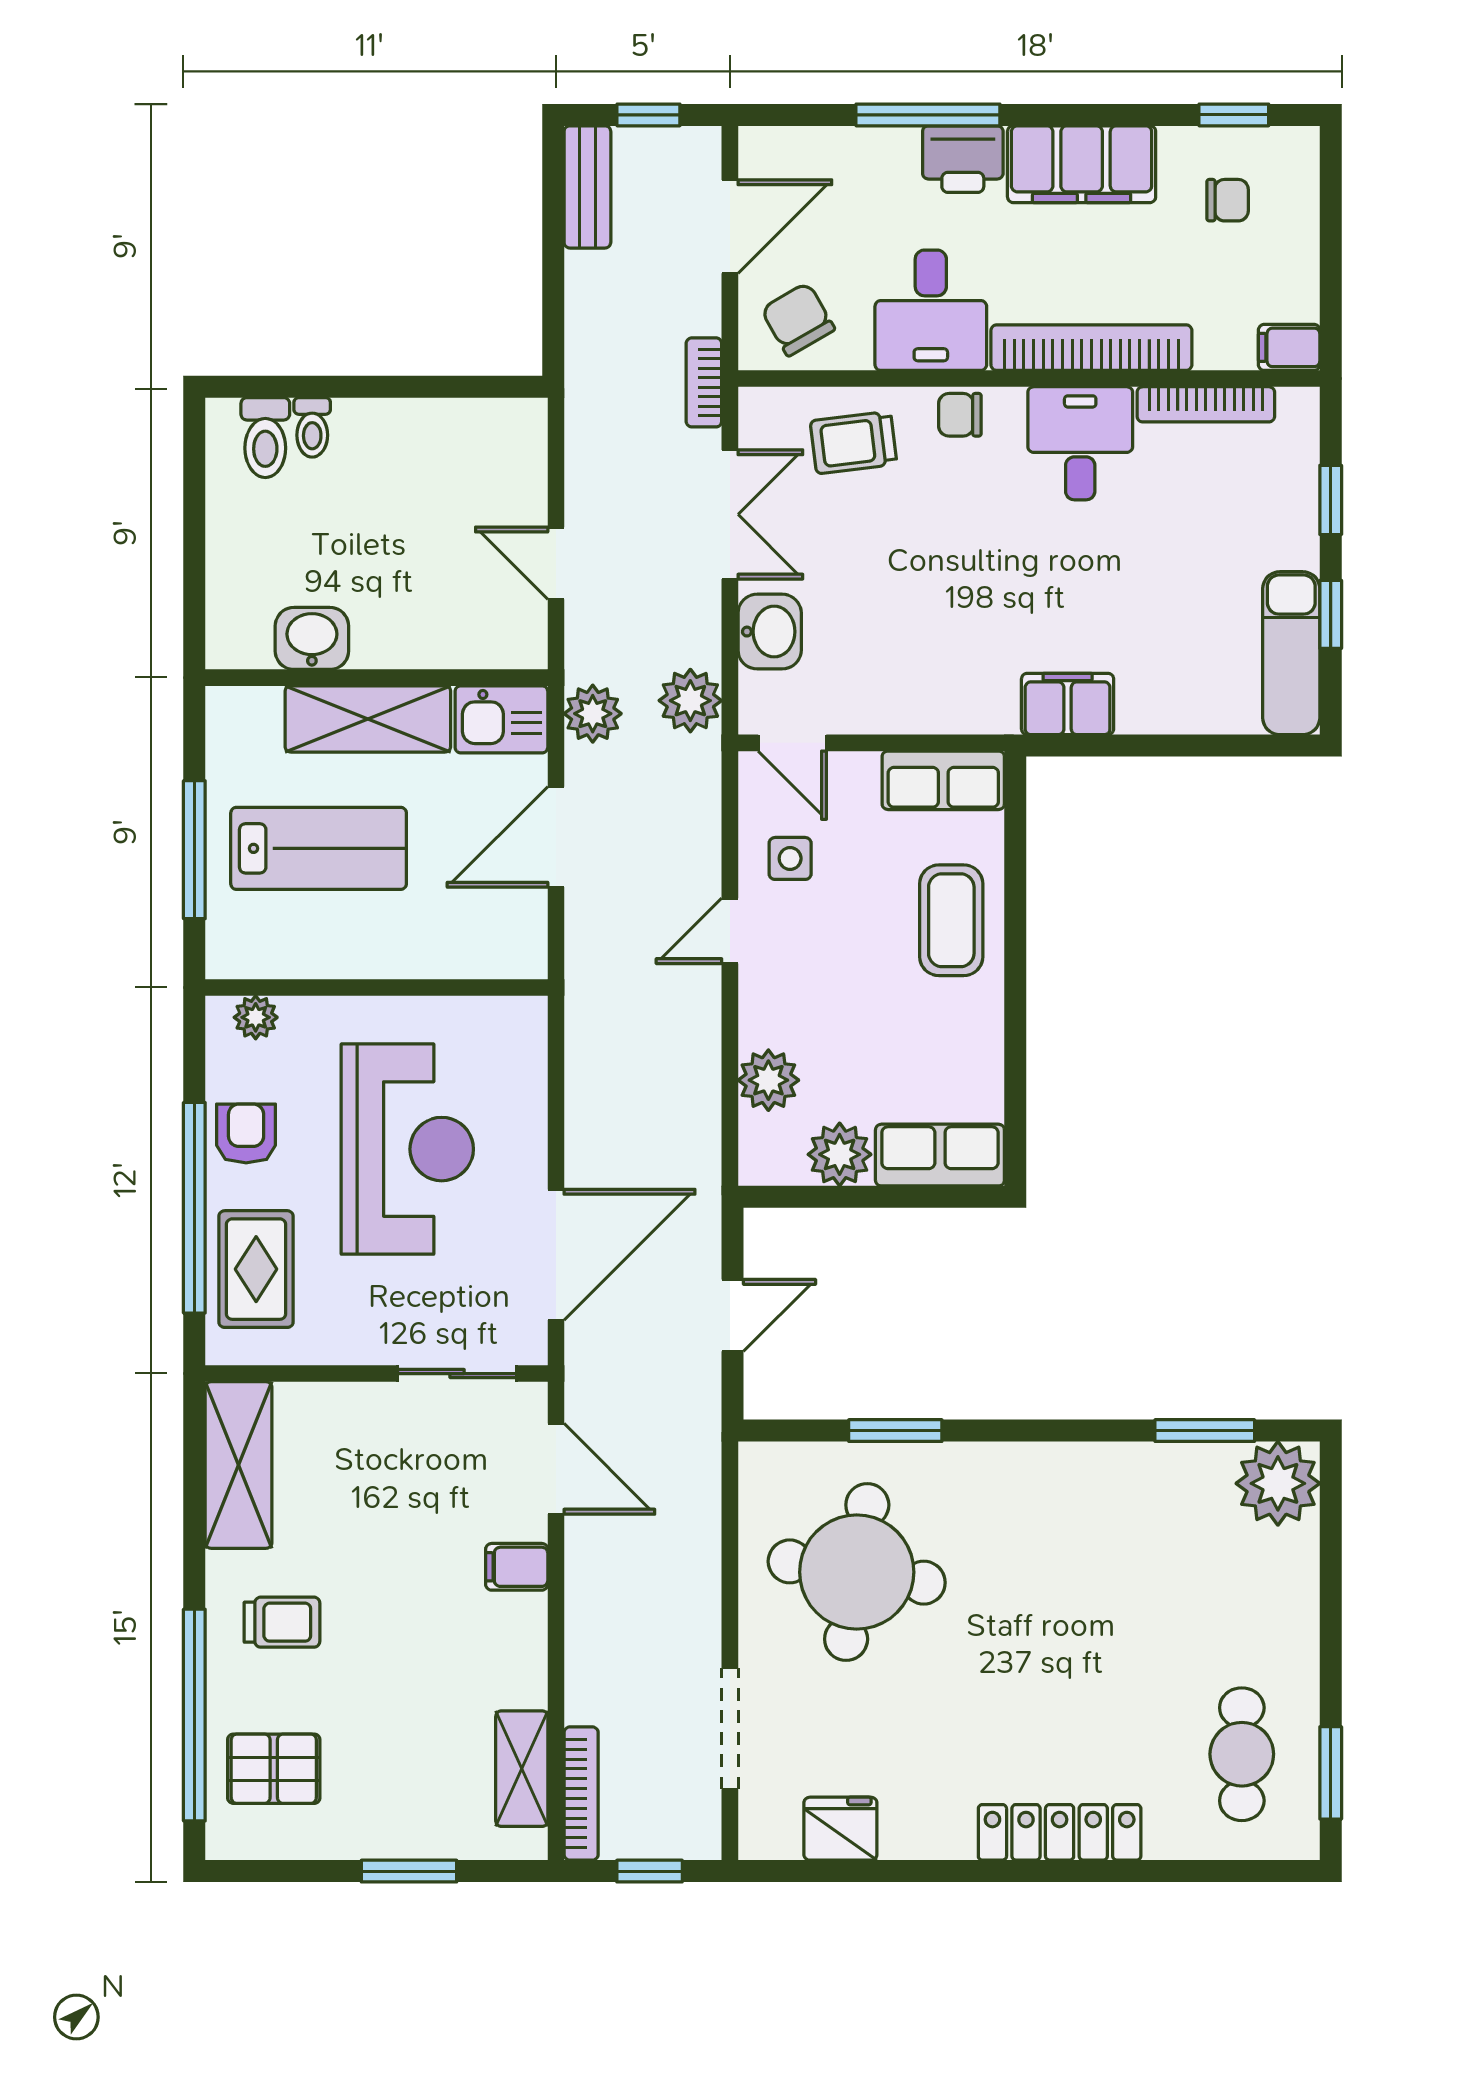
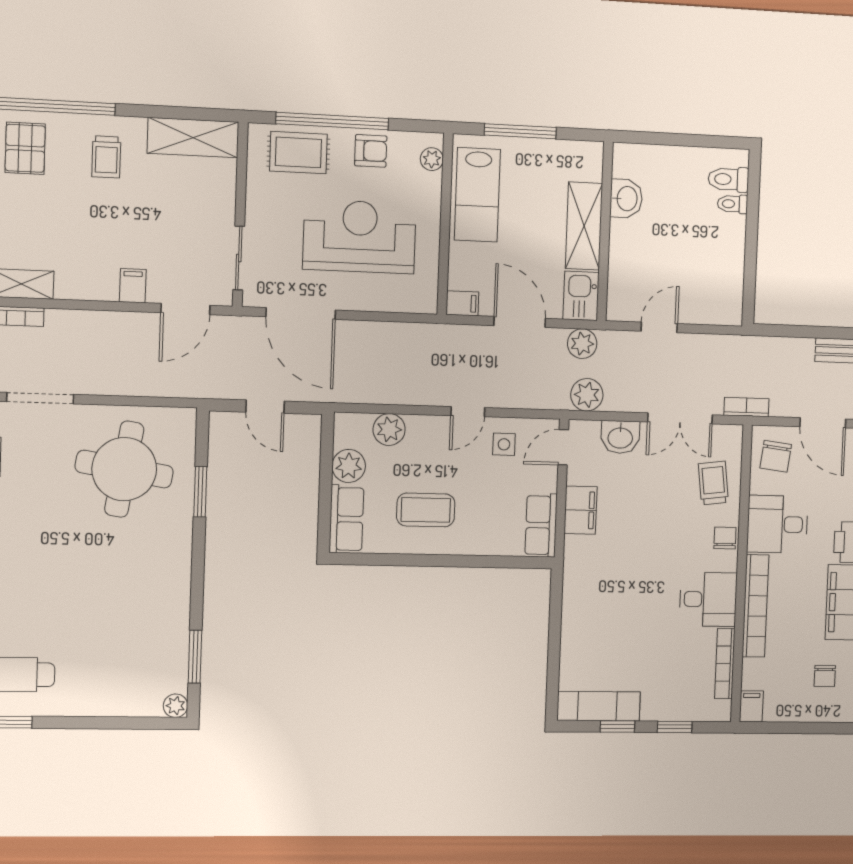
chair: (798, 319) -> (776, 456), turned 127
filing cabinet: (1068, 704) -> (581, 510), moved
lab bench: (319, 848) -> (477, 195), moved
coffee table: (951, 920) -> (426, 510), moved
door: (730, 931) -> (468, 412), swing flipped
filing cabinet: (525, 949) -> (462, 303), added
reception desk: (407, 1149) -> (360, 237), turned 180
plant: (1278, 1483) -> (176, 706), width x0.53, depth x0.53

